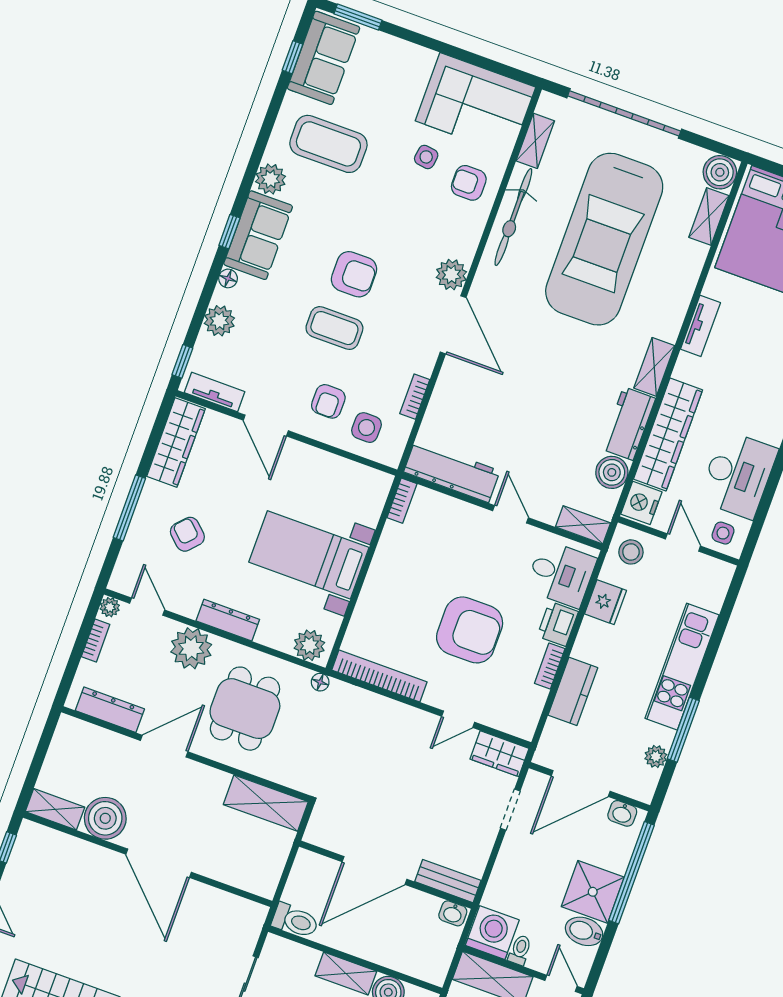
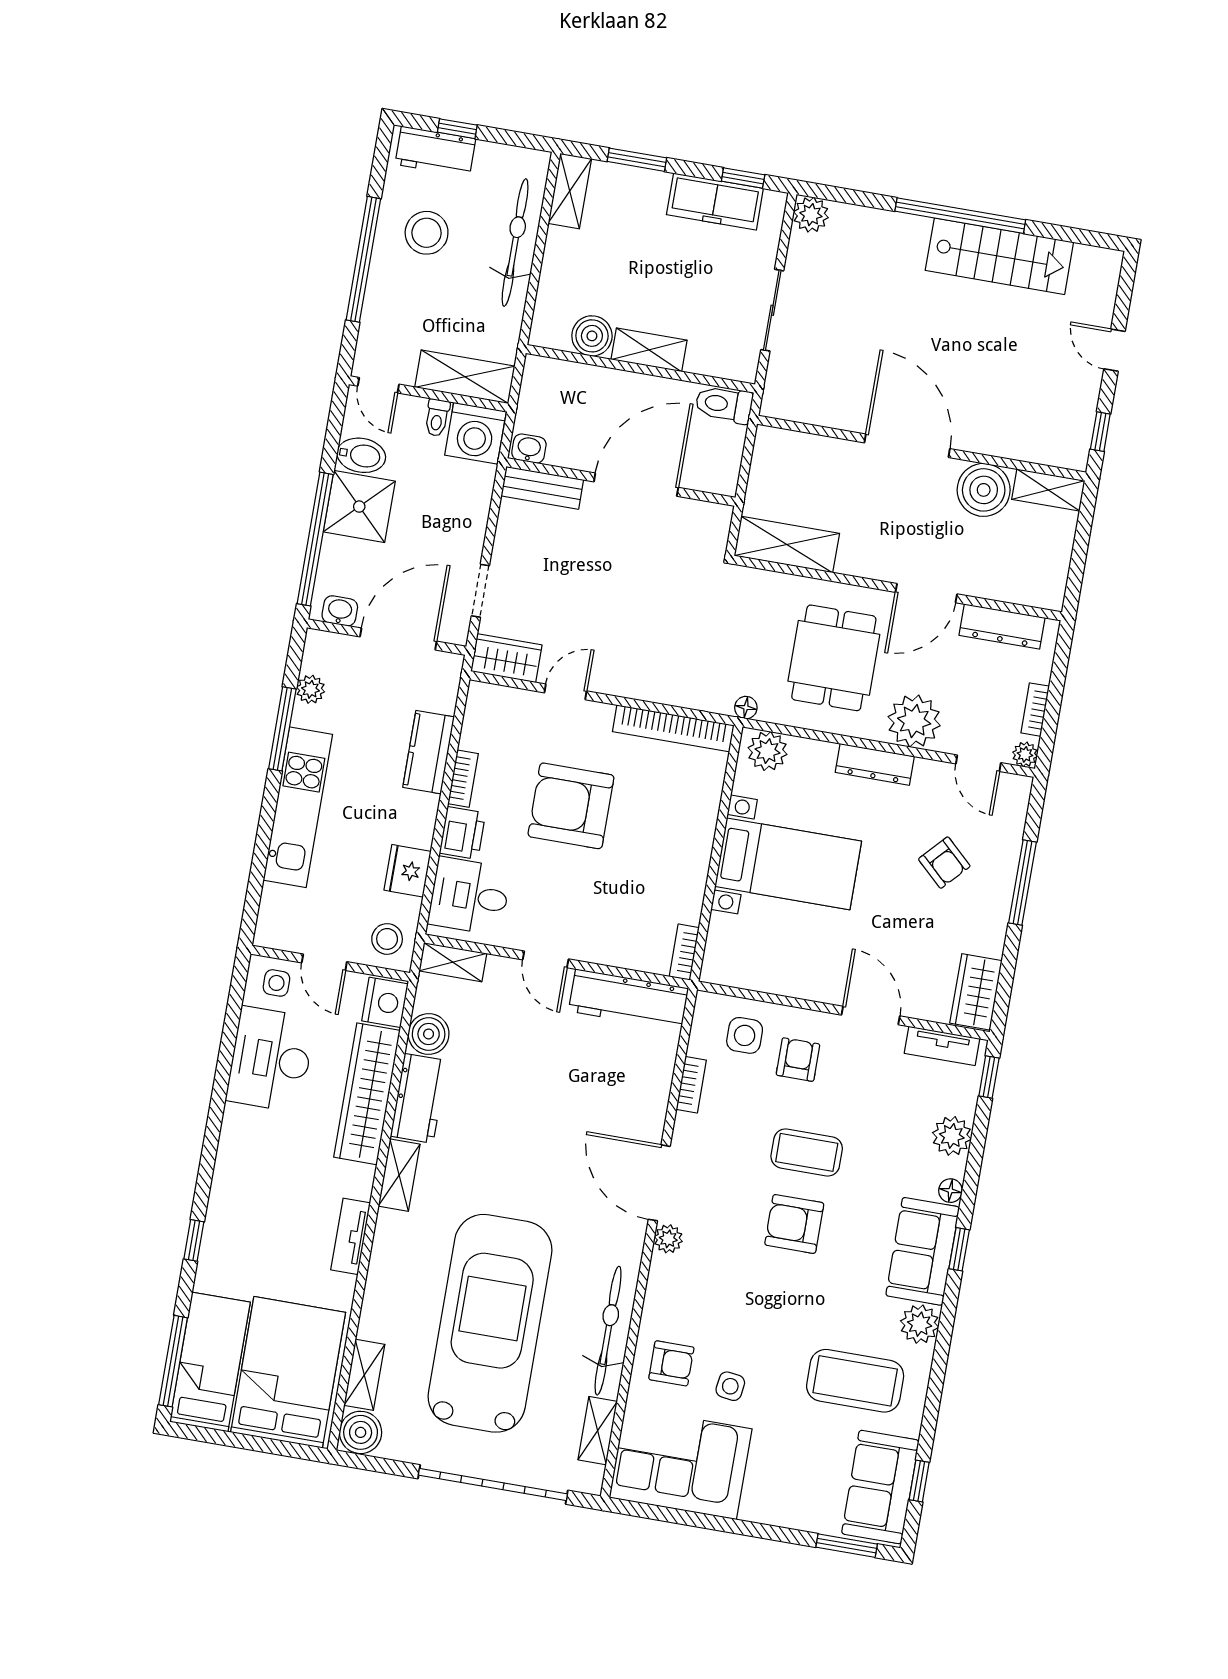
plant: (451, 275) -> (668, 1239), width x0.73, depth x0.73
wardrobe: (176, 442) -> (976, 992), width x0.67

